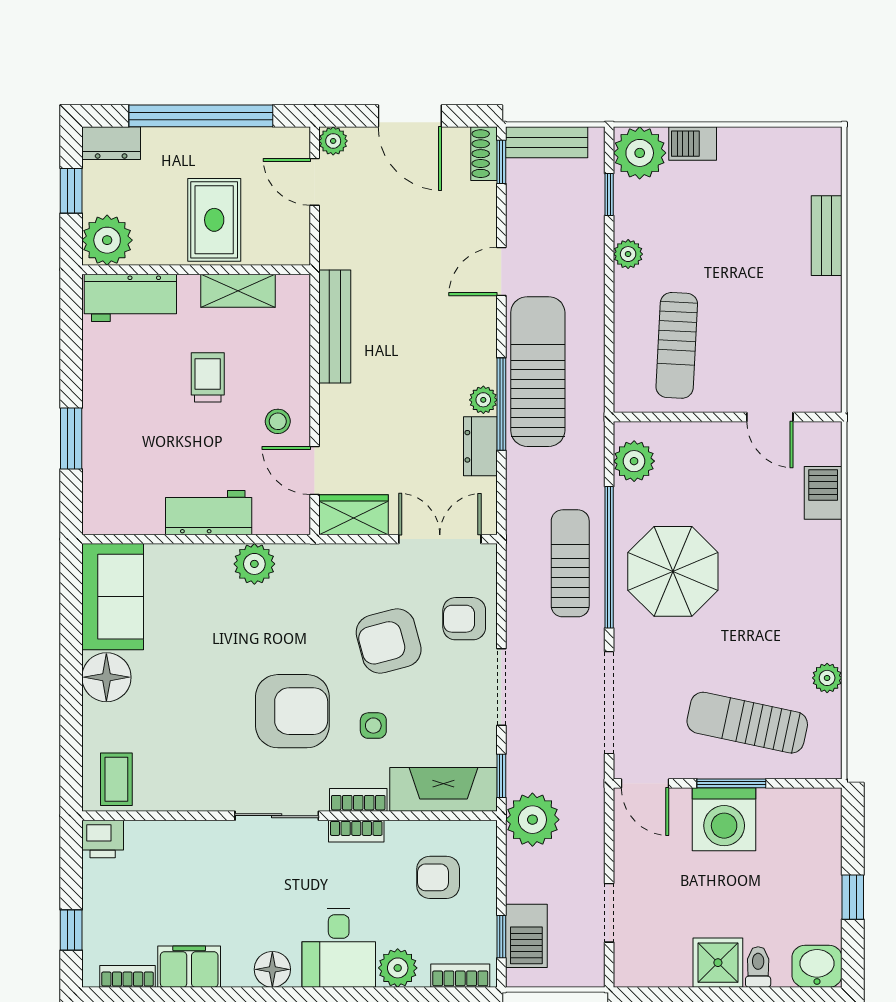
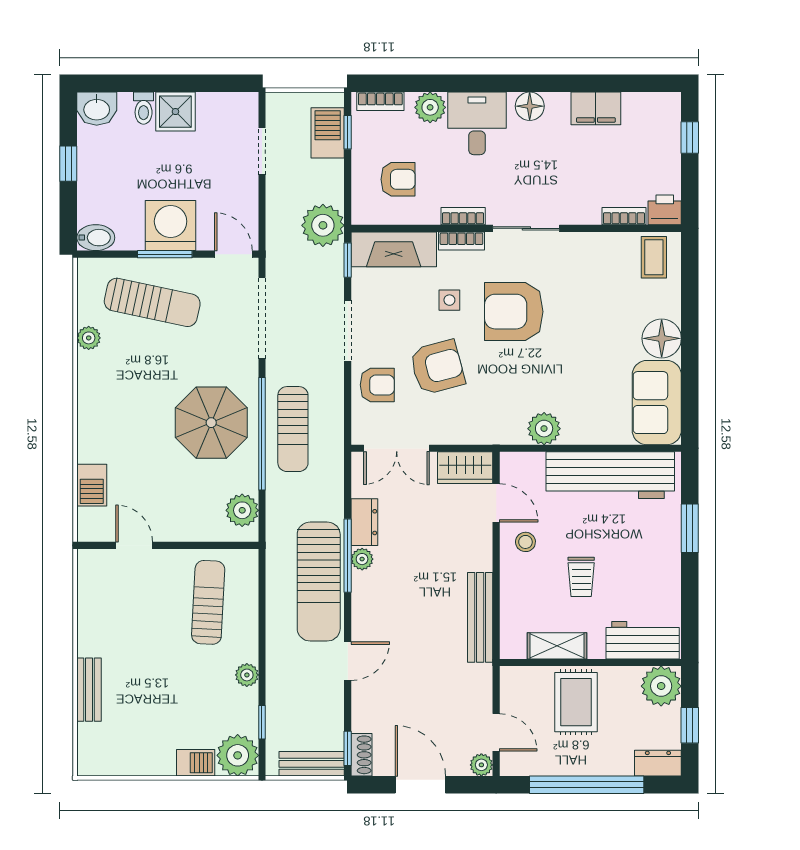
workbench: (209, 513) -> (610, 475), width x1.88, depth x1.32
bidet: (818, 804) -> (96, 238), added
bookcase: (128, 976) -> (624, 216), moved, turned 180

